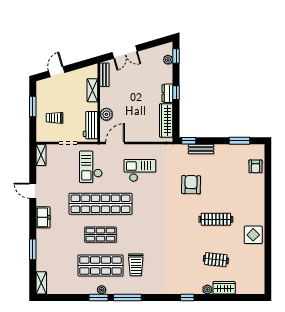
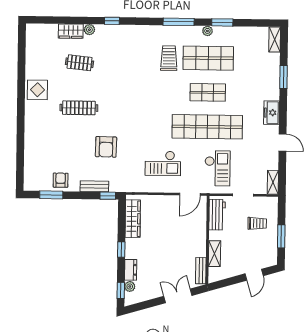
dresser: (167, 93) -> (131, 270), moved
plant: (106, 114) -> (199, 227), removed
armchair: (256, 166) -> (61, 180), moved
window: (98, 298) -> (222, 22), moved

